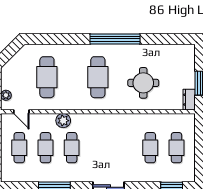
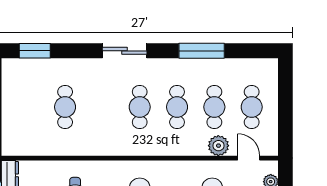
plant: (63, 121) -> (218, 146), moved
cafe table: (177, 148) -> (140, 107), moved

